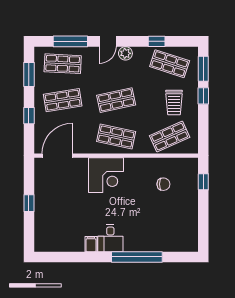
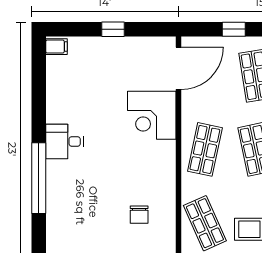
door: (57, 156) -> (179, 68), hinge flipped
corner desk: (106, 175) -> (152, 115), moved
filing cabinet: (91, 244) -> (57, 47), moved

